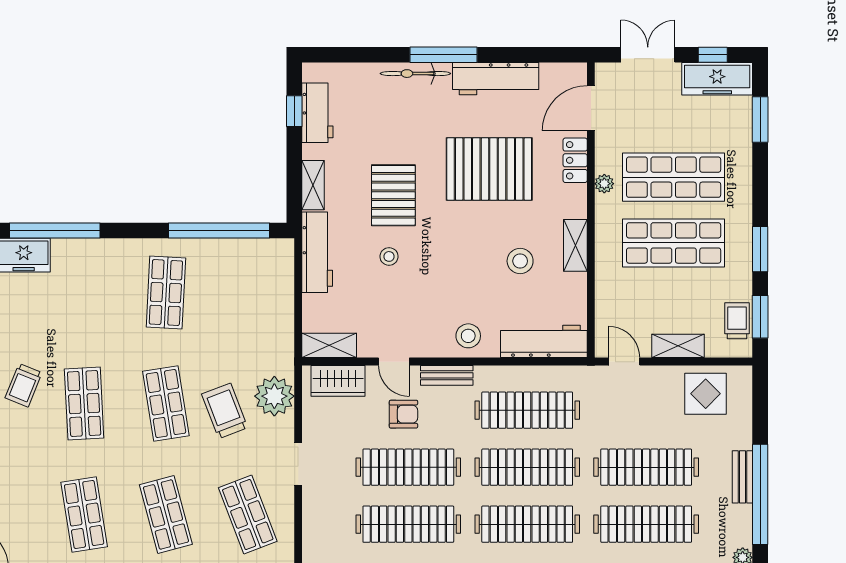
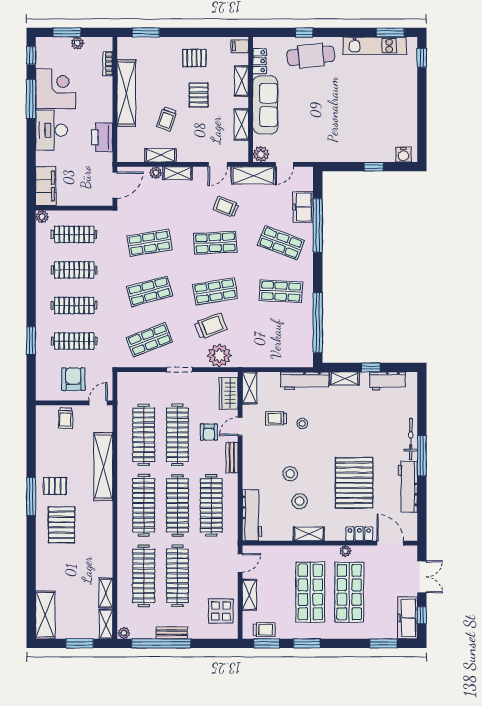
window: (294, 111) -> (371, 367), moved
pallet: (393, 195) -> (339, 426), removed
shop shelf: (84, 293) -> (281, 243), added
trolley: (380, 301) -> (276, 418), added
stool: (468, 336) -> (290, 474), moved

